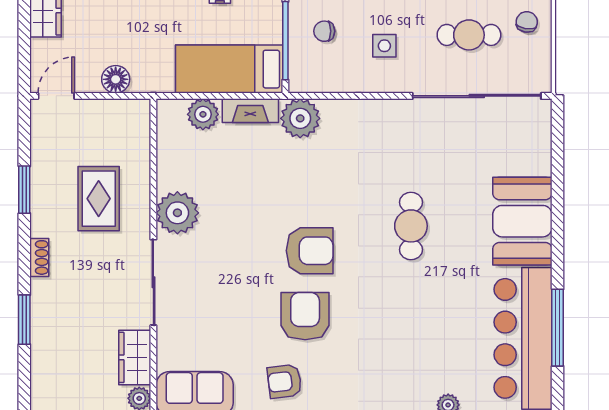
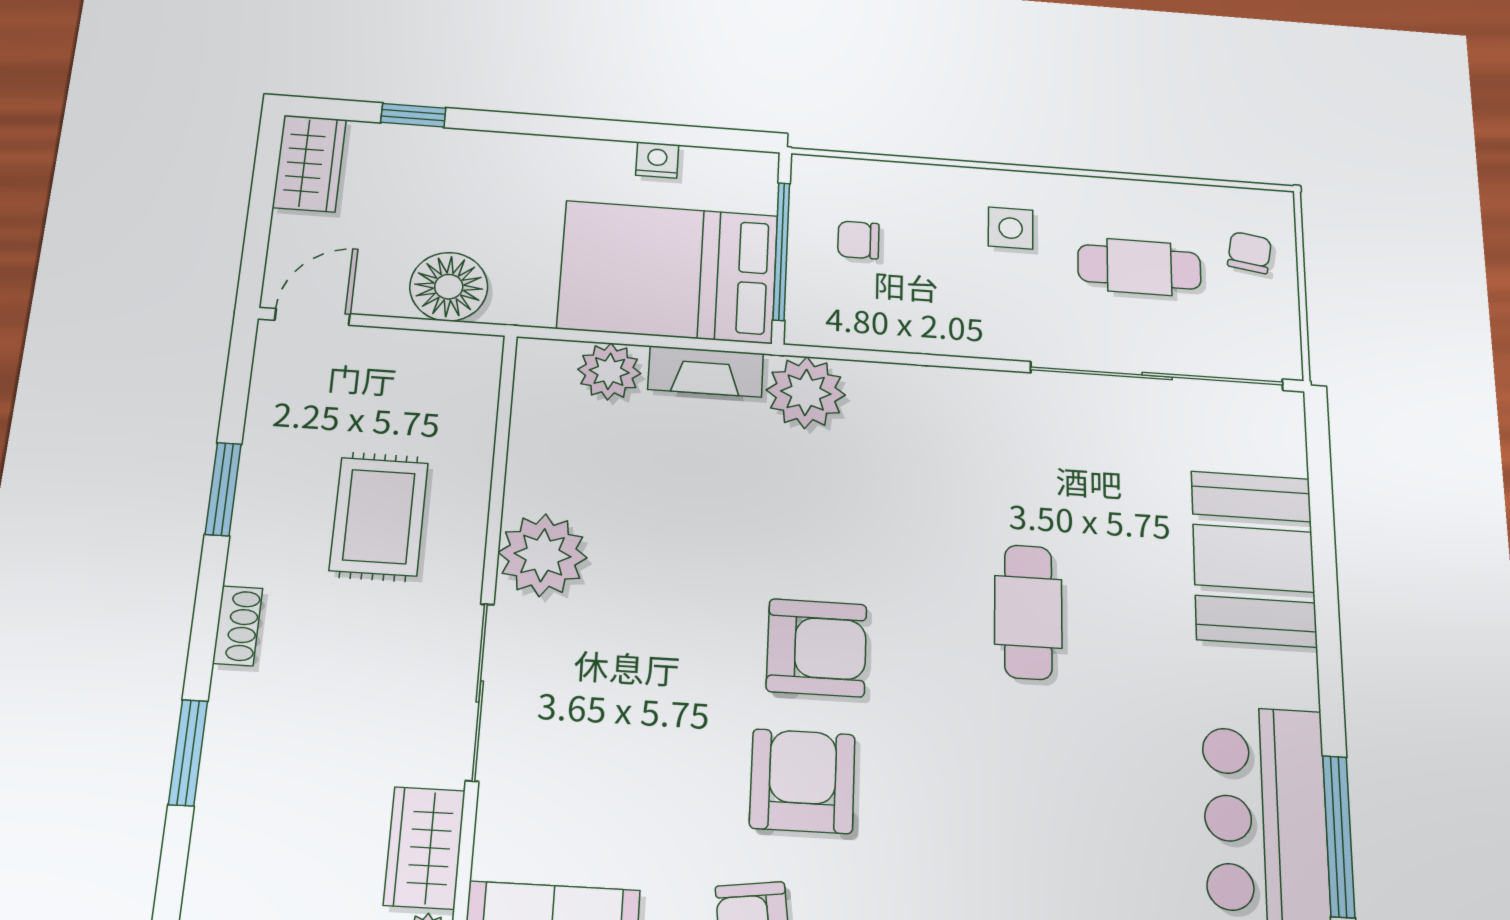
side table: (384, 46) -> (1011, 228), moved
bed: (229, 69) -> (668, 272), width x1.50
floor lamp: (116, 79) -> (449, 287), width x1.38, depth x1.38
booth: (522, 221) -> (1254, 558), moved

